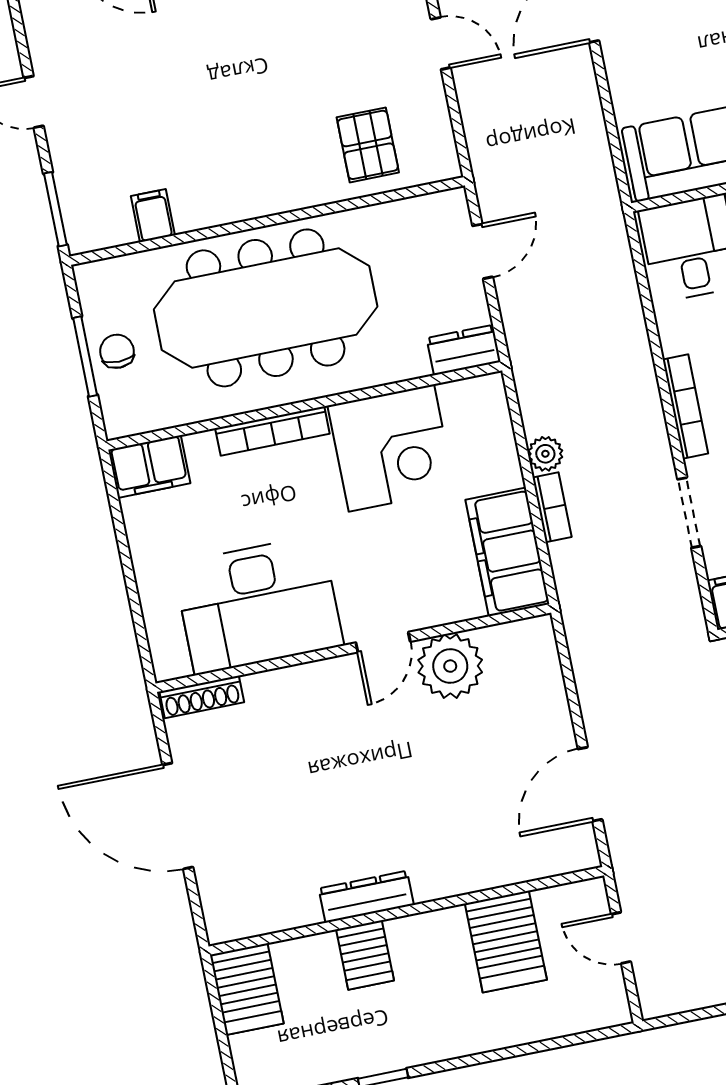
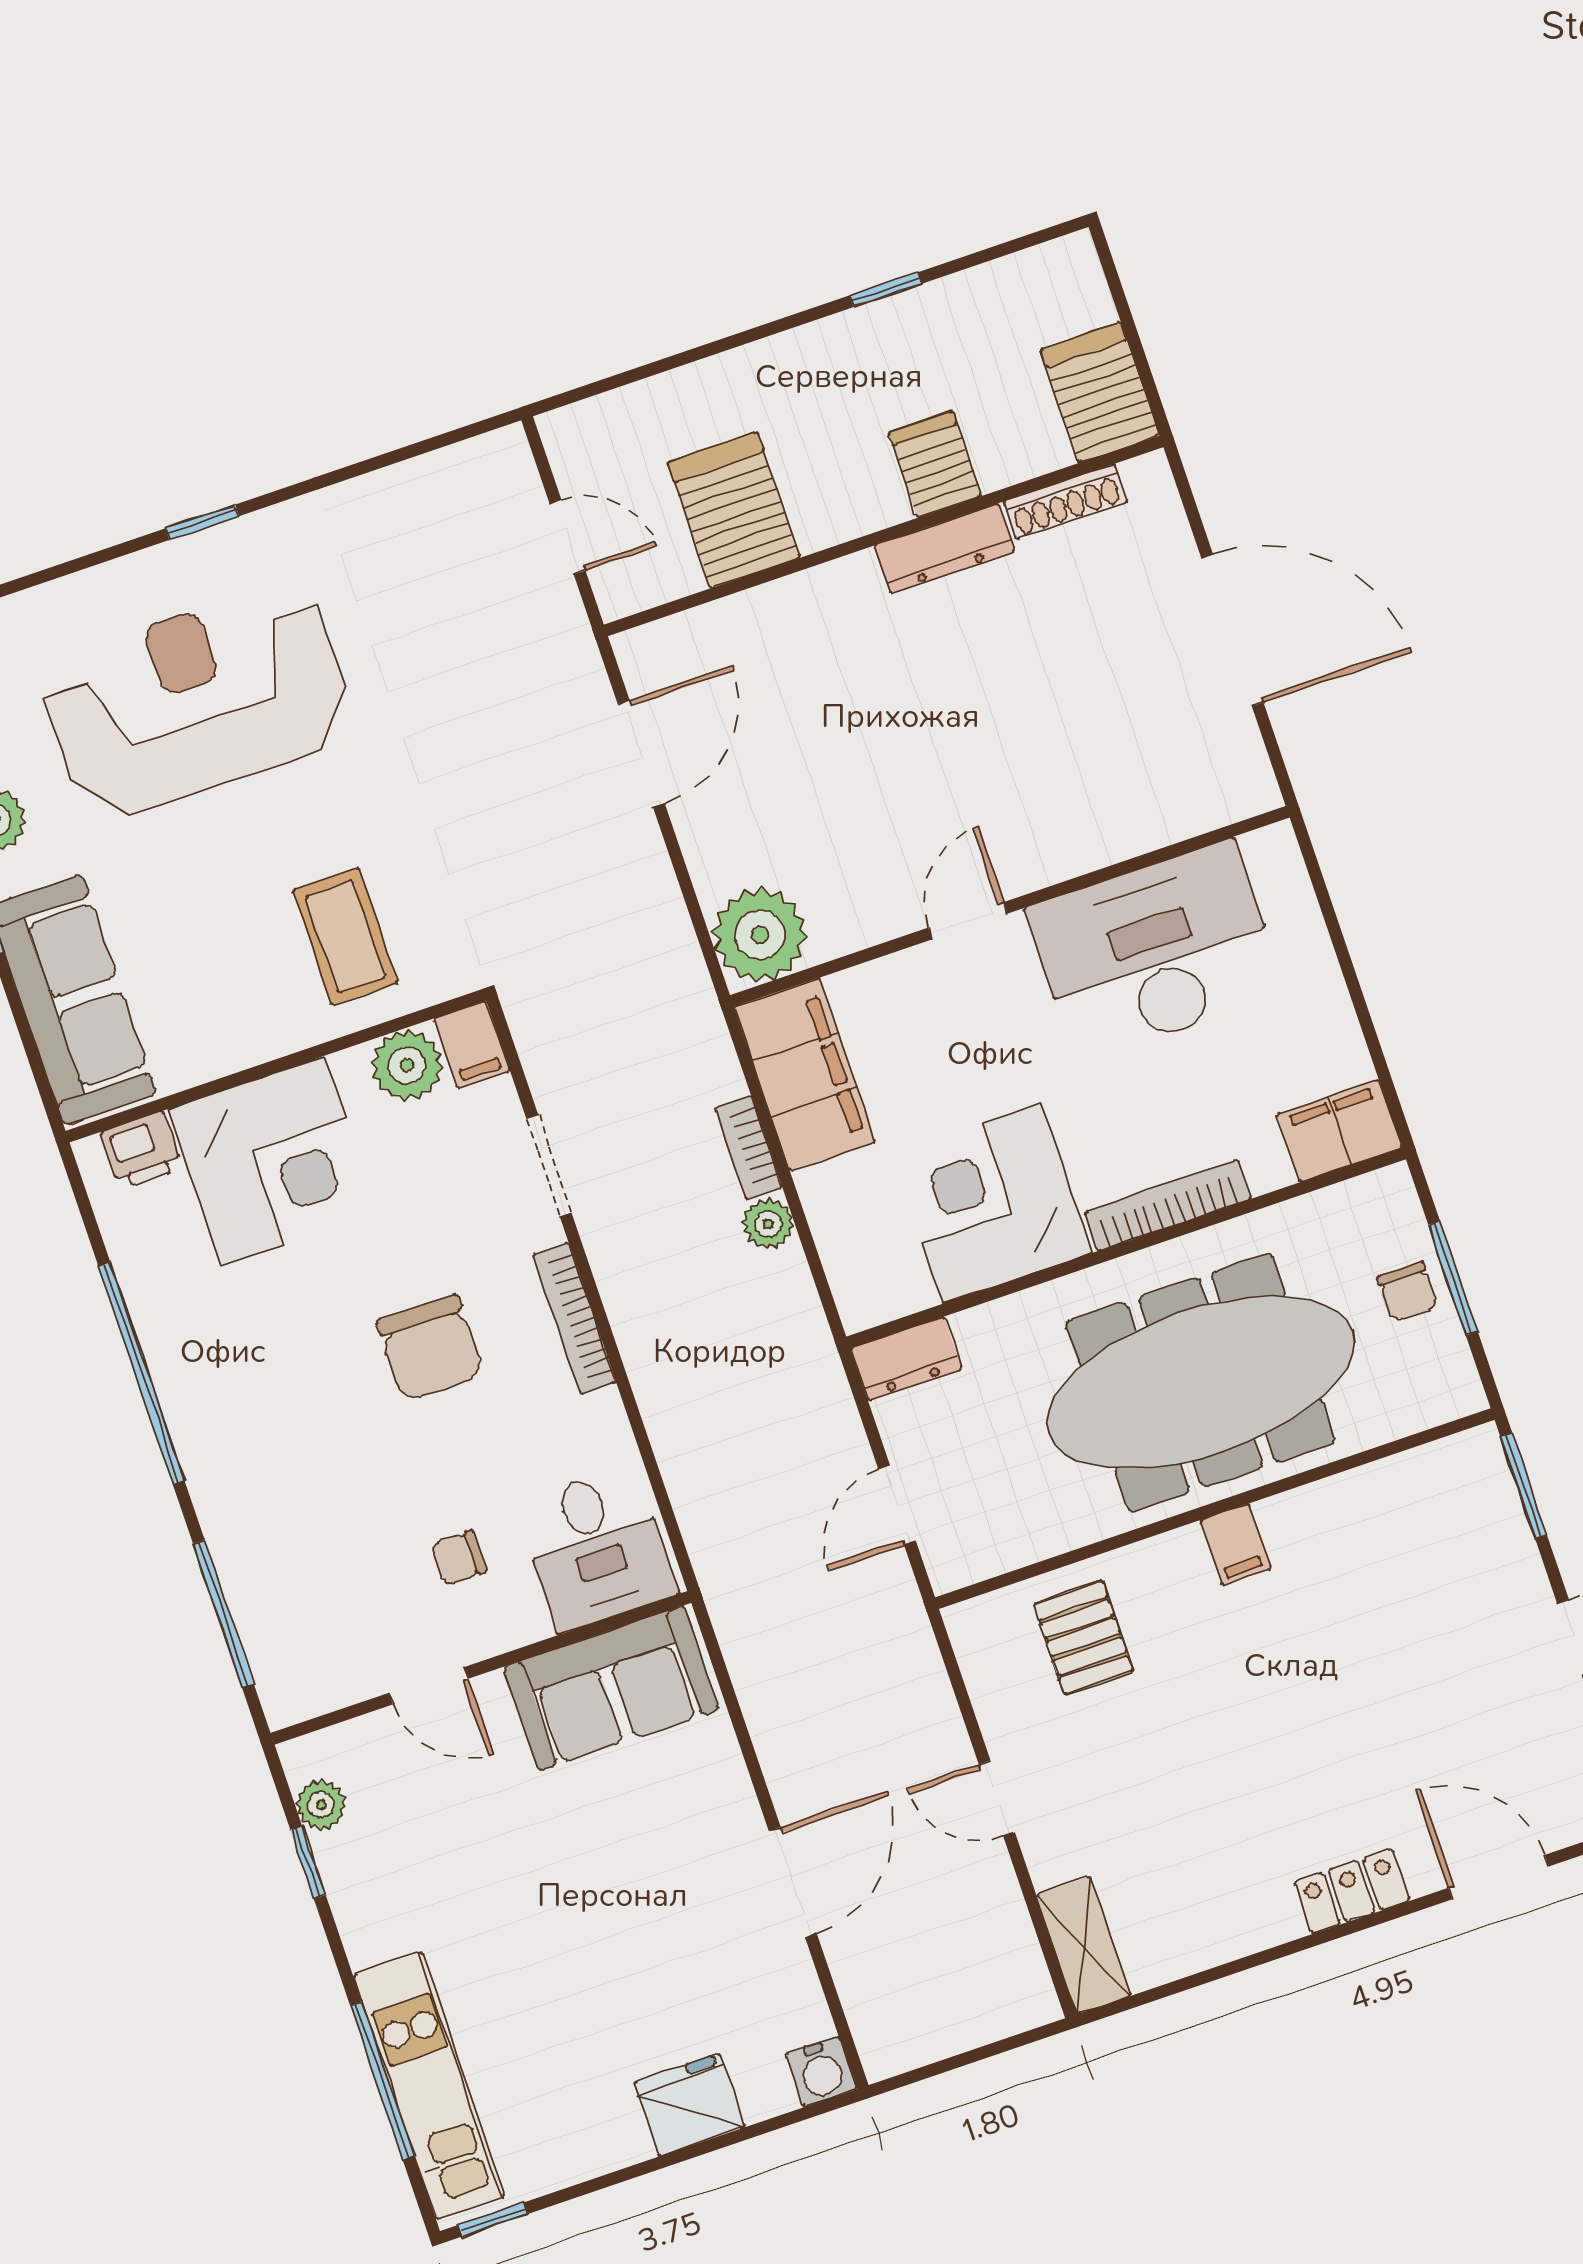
filing cabinet: (153, 216) -> (1236, 1544), moved
plant: (450, 666) -> (760, 935), moved
shoe rack: (202, 697) -> (1065, 502), moved, turned 180

